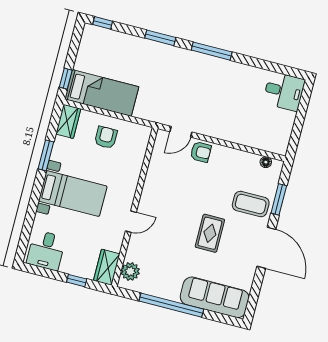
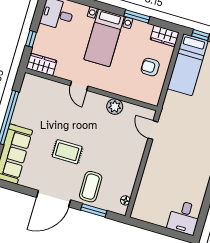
armchair: (106, 137) -> (150, 67), turned 180
armchair: (201, 152) -> (136, 146), removed
plant: (130, 271) -> (115, 107), moved

